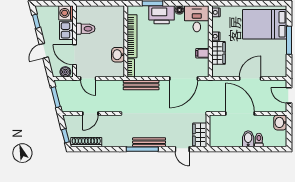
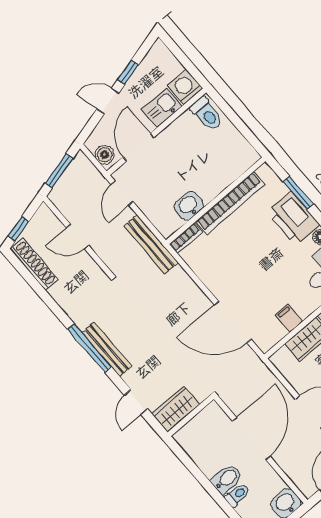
window: (36, 21) -> (128, 72), moved
toilet: (85, 29) -> (207, 114), moved
bench: (141, 85) -> (151, 244), moved

